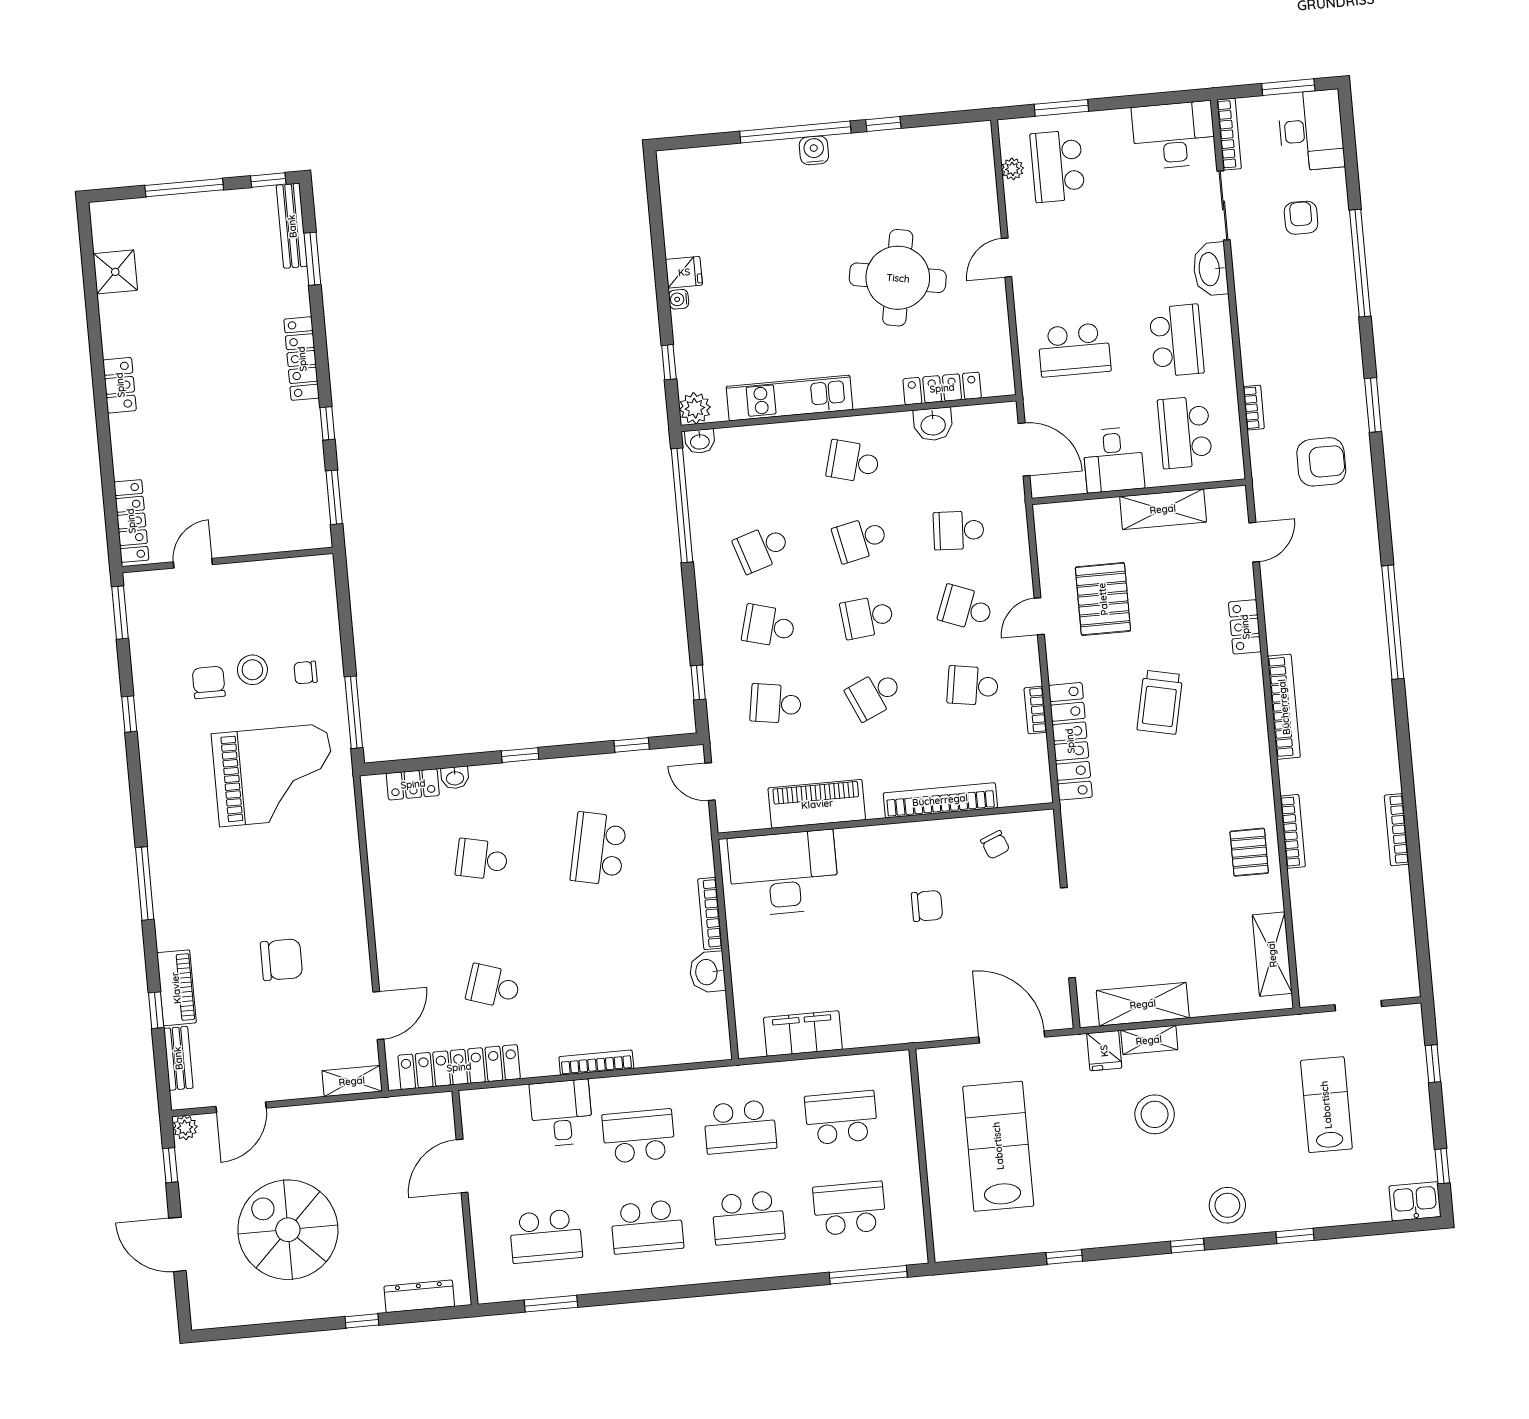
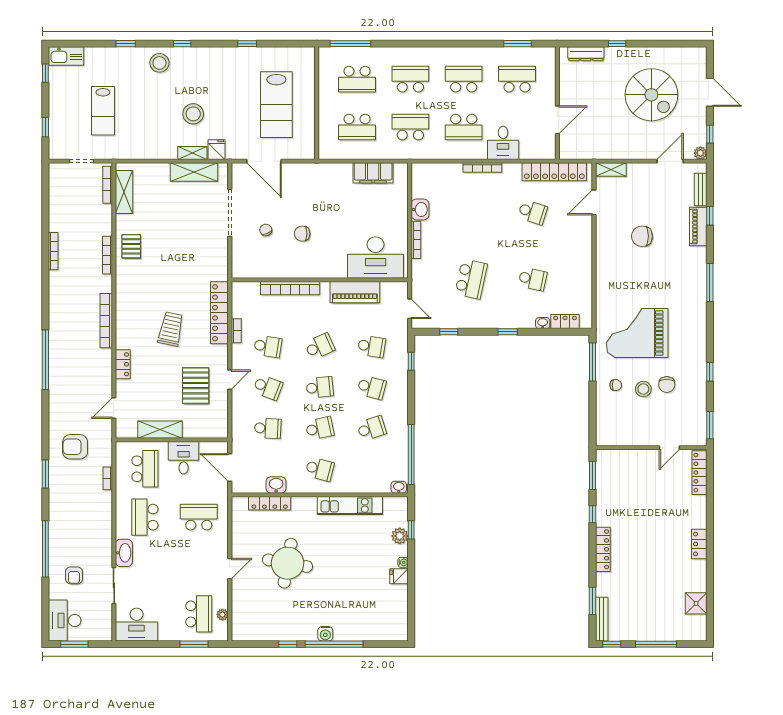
bookcase: (1229, 134) -> (108, 185), moved
plant: (695, 408) -> (400, 536), moved
chair: (995, 845) -> (266, 230), moved
kitchen sink: (1415, 1201) -> (66, 56), width x1.38

